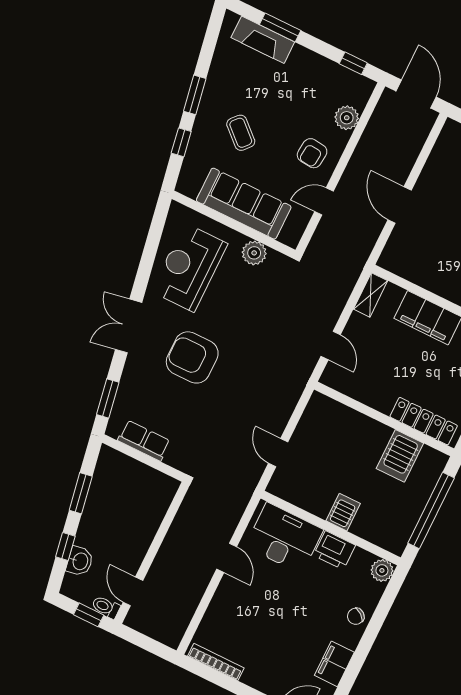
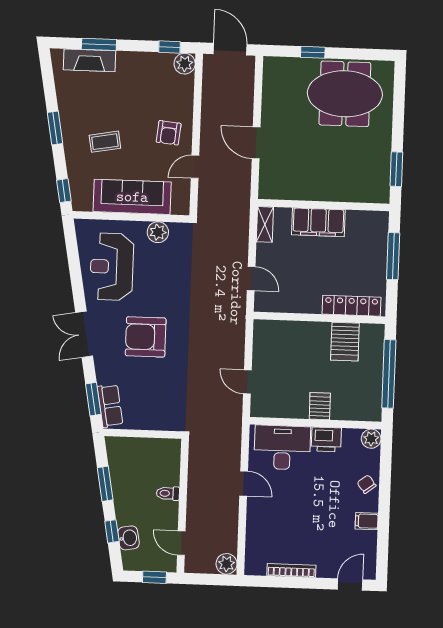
plant: (347, 118) -> (185, 64), moved
coffee table: (241, 133) -> (105, 142), turned -52
window: (181, 142) -> (64, 191), moved
row of seats: (144, 441) -> (110, 406), moved, turned 80
toilet: (106, 607) -> (168, 493), moved
chair: (356, 616) -> (367, 484), turned 105
plant: (171, 635) -> (227, 564), added
bookcase: (216, 662) -> (291, 570), moved
filing cabinet: (334, 664) -> (367, 521), width x0.50

